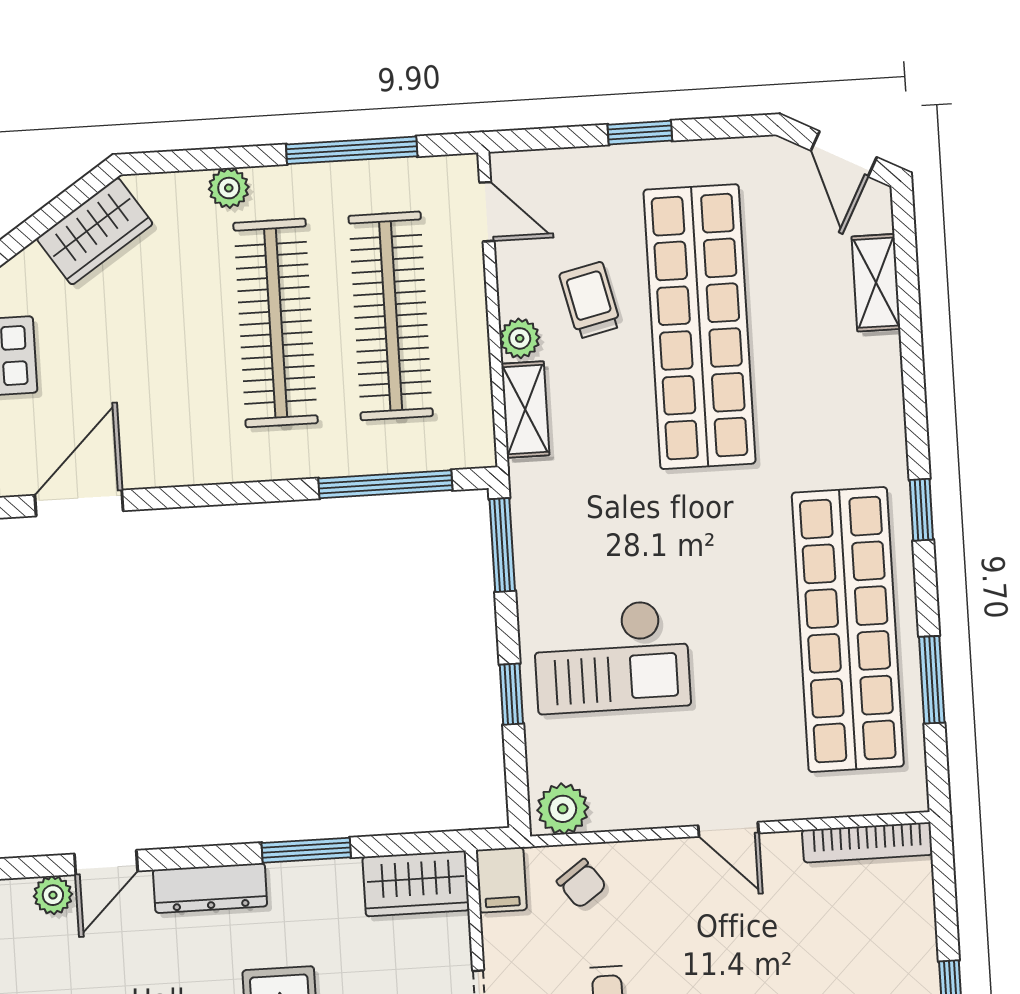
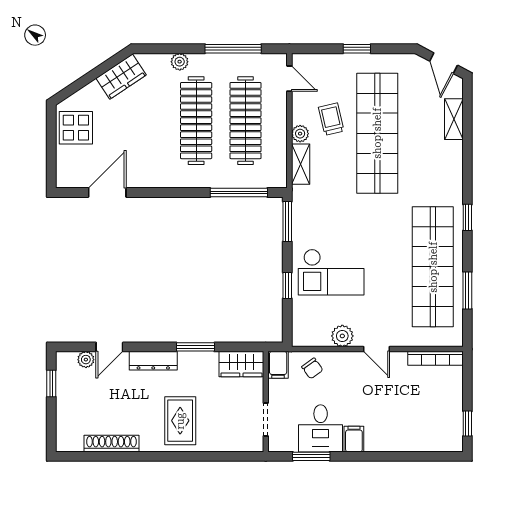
plant: (563, 809) -> (342, 336), moved

